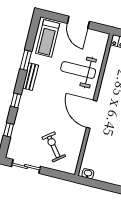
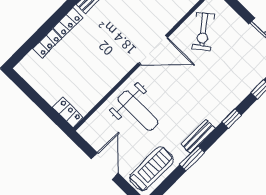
door: (92, 114) -> (153, 50), hinge flipped
exercise bike: (54, 147) -> (203, 31), moved

